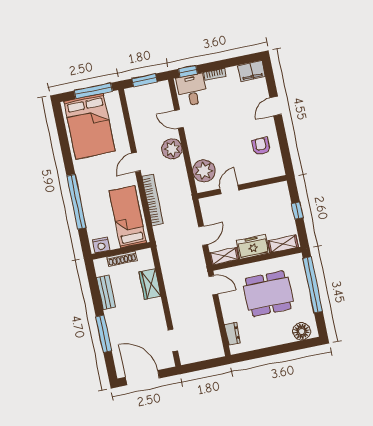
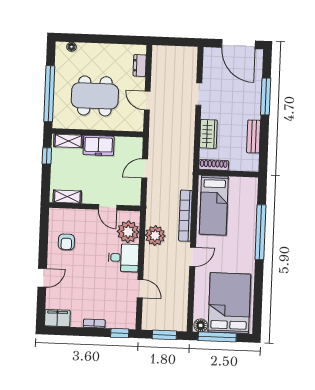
desk: (192, 90) -> (123, 258), moved, turned -90
floor lamp: (112, 98) -> (201, 325), added
plant: (172, 149) -> (155, 236), moved
door: (229, 190) -> (108, 207), hinge flipped
window: (297, 211) -> (47, 156), moved
nightstand: (101, 245) -> (247, 184), removed
shelving: (224, 256) -> (67, 197), moved
shoe rack: (122, 259) -> (214, 165), moved
door: (213, 285) -> (147, 101), moved
floor lamp: (302, 331) -> (71, 47), width x0.53, depth x0.53
doorway: (173, 340) -> (199, 94), moved

